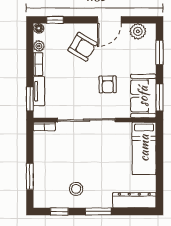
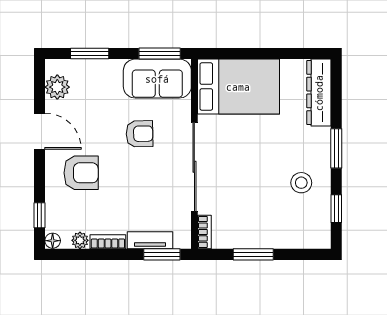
armchair: (83, 47) -> (81, 173), turned 59
bed: (144, 148) -> (238, 87), width x1.50
window: (30, 176) -> (253, 254), moved

